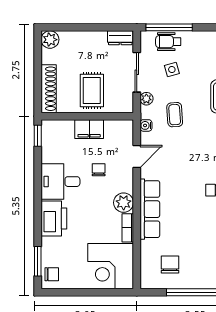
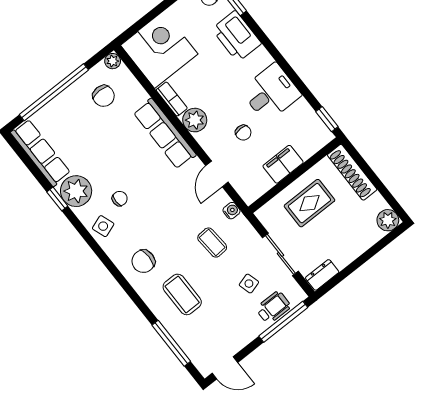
rug: (92, 91) -> (309, 203), turned 90
plant: (146, 99) -> (113, 61), moved
printer: (54, 219) -> (237, 36), moved

